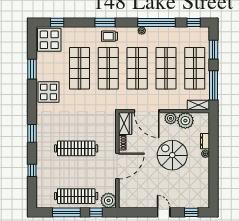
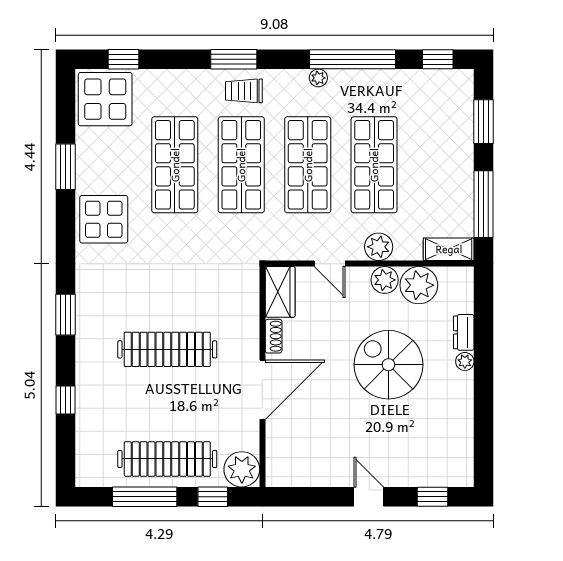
shop shelf: (195, 68) -> (441, 165), removed
plant: (168, 104) -> (379, 247), added
door: (147, 111) -> (330, 264), width x0.53

